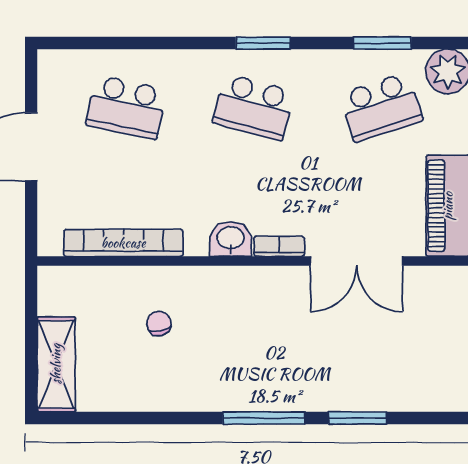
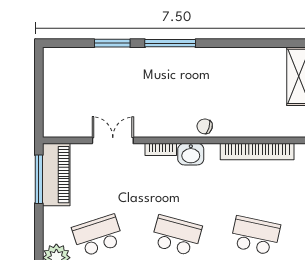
double door: (357, 261) -> (113, 140), width x0.73
chair: (159, 324) -> (205, 126), moved, turned 118

